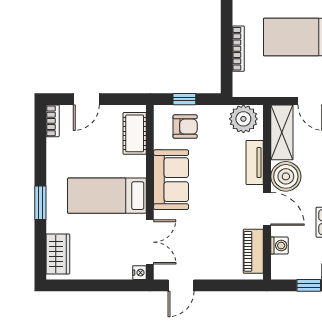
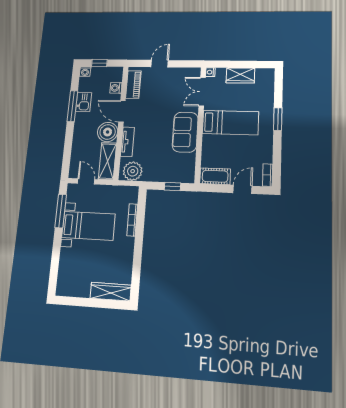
armchair: (185, 127) -> (173, 167), removed
cot: (135, 133) -> (215, 176), moved, turned 90
wardrobe: (58, 254) -> (240, 76), moved, turned -90
door: (181, 285) -> (160, 64), moved

